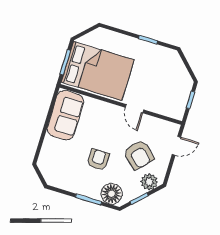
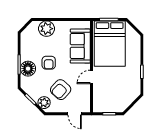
sofa: (65, 115) -> (80, 46), moved, turned 90
plant: (52, 149) -> (47, 29), added
armchair: (98, 160) -> (49, 63), turned 90
floor lamp: (112, 194) -> (28, 69), moved

